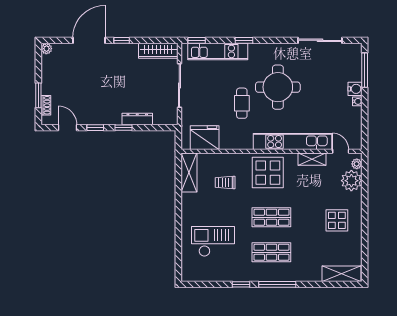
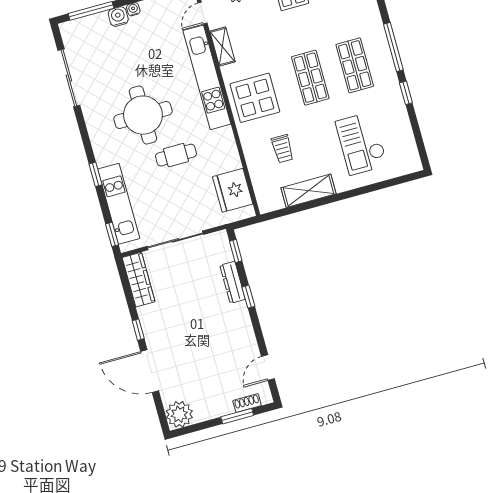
plant: (46, 49) -> (179, 414), width x1.87, depth x1.87
window: (95, 128) -> (236, 251), moved
shelving: (189, 173) -> (308, 191), moved

